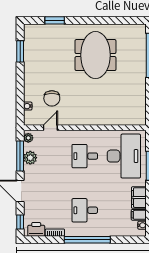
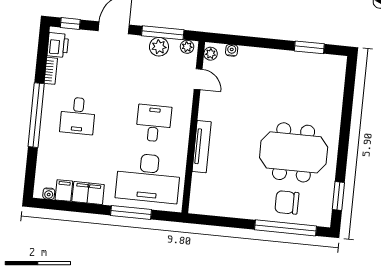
window: (55, 20) -> (338, 196), moved
chair: (52, 98) -> (287, 202), moved
tv unit: (98, 120) -> (202, 147), added
plant: (32, 121) -> (211, 54), added
desk: (85, 210) -> (78, 116), turned 180

